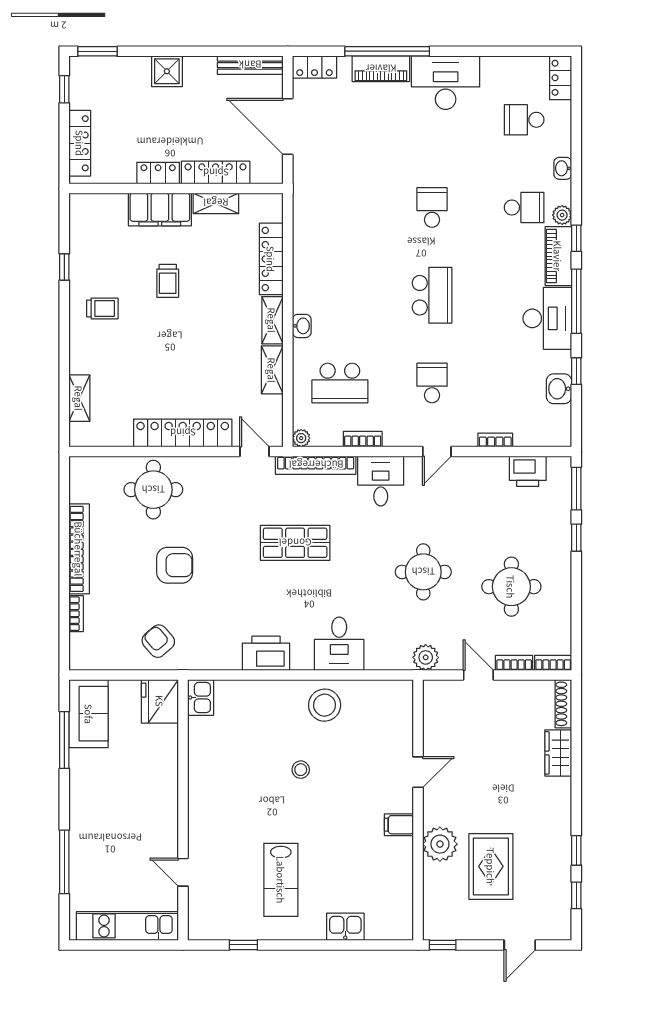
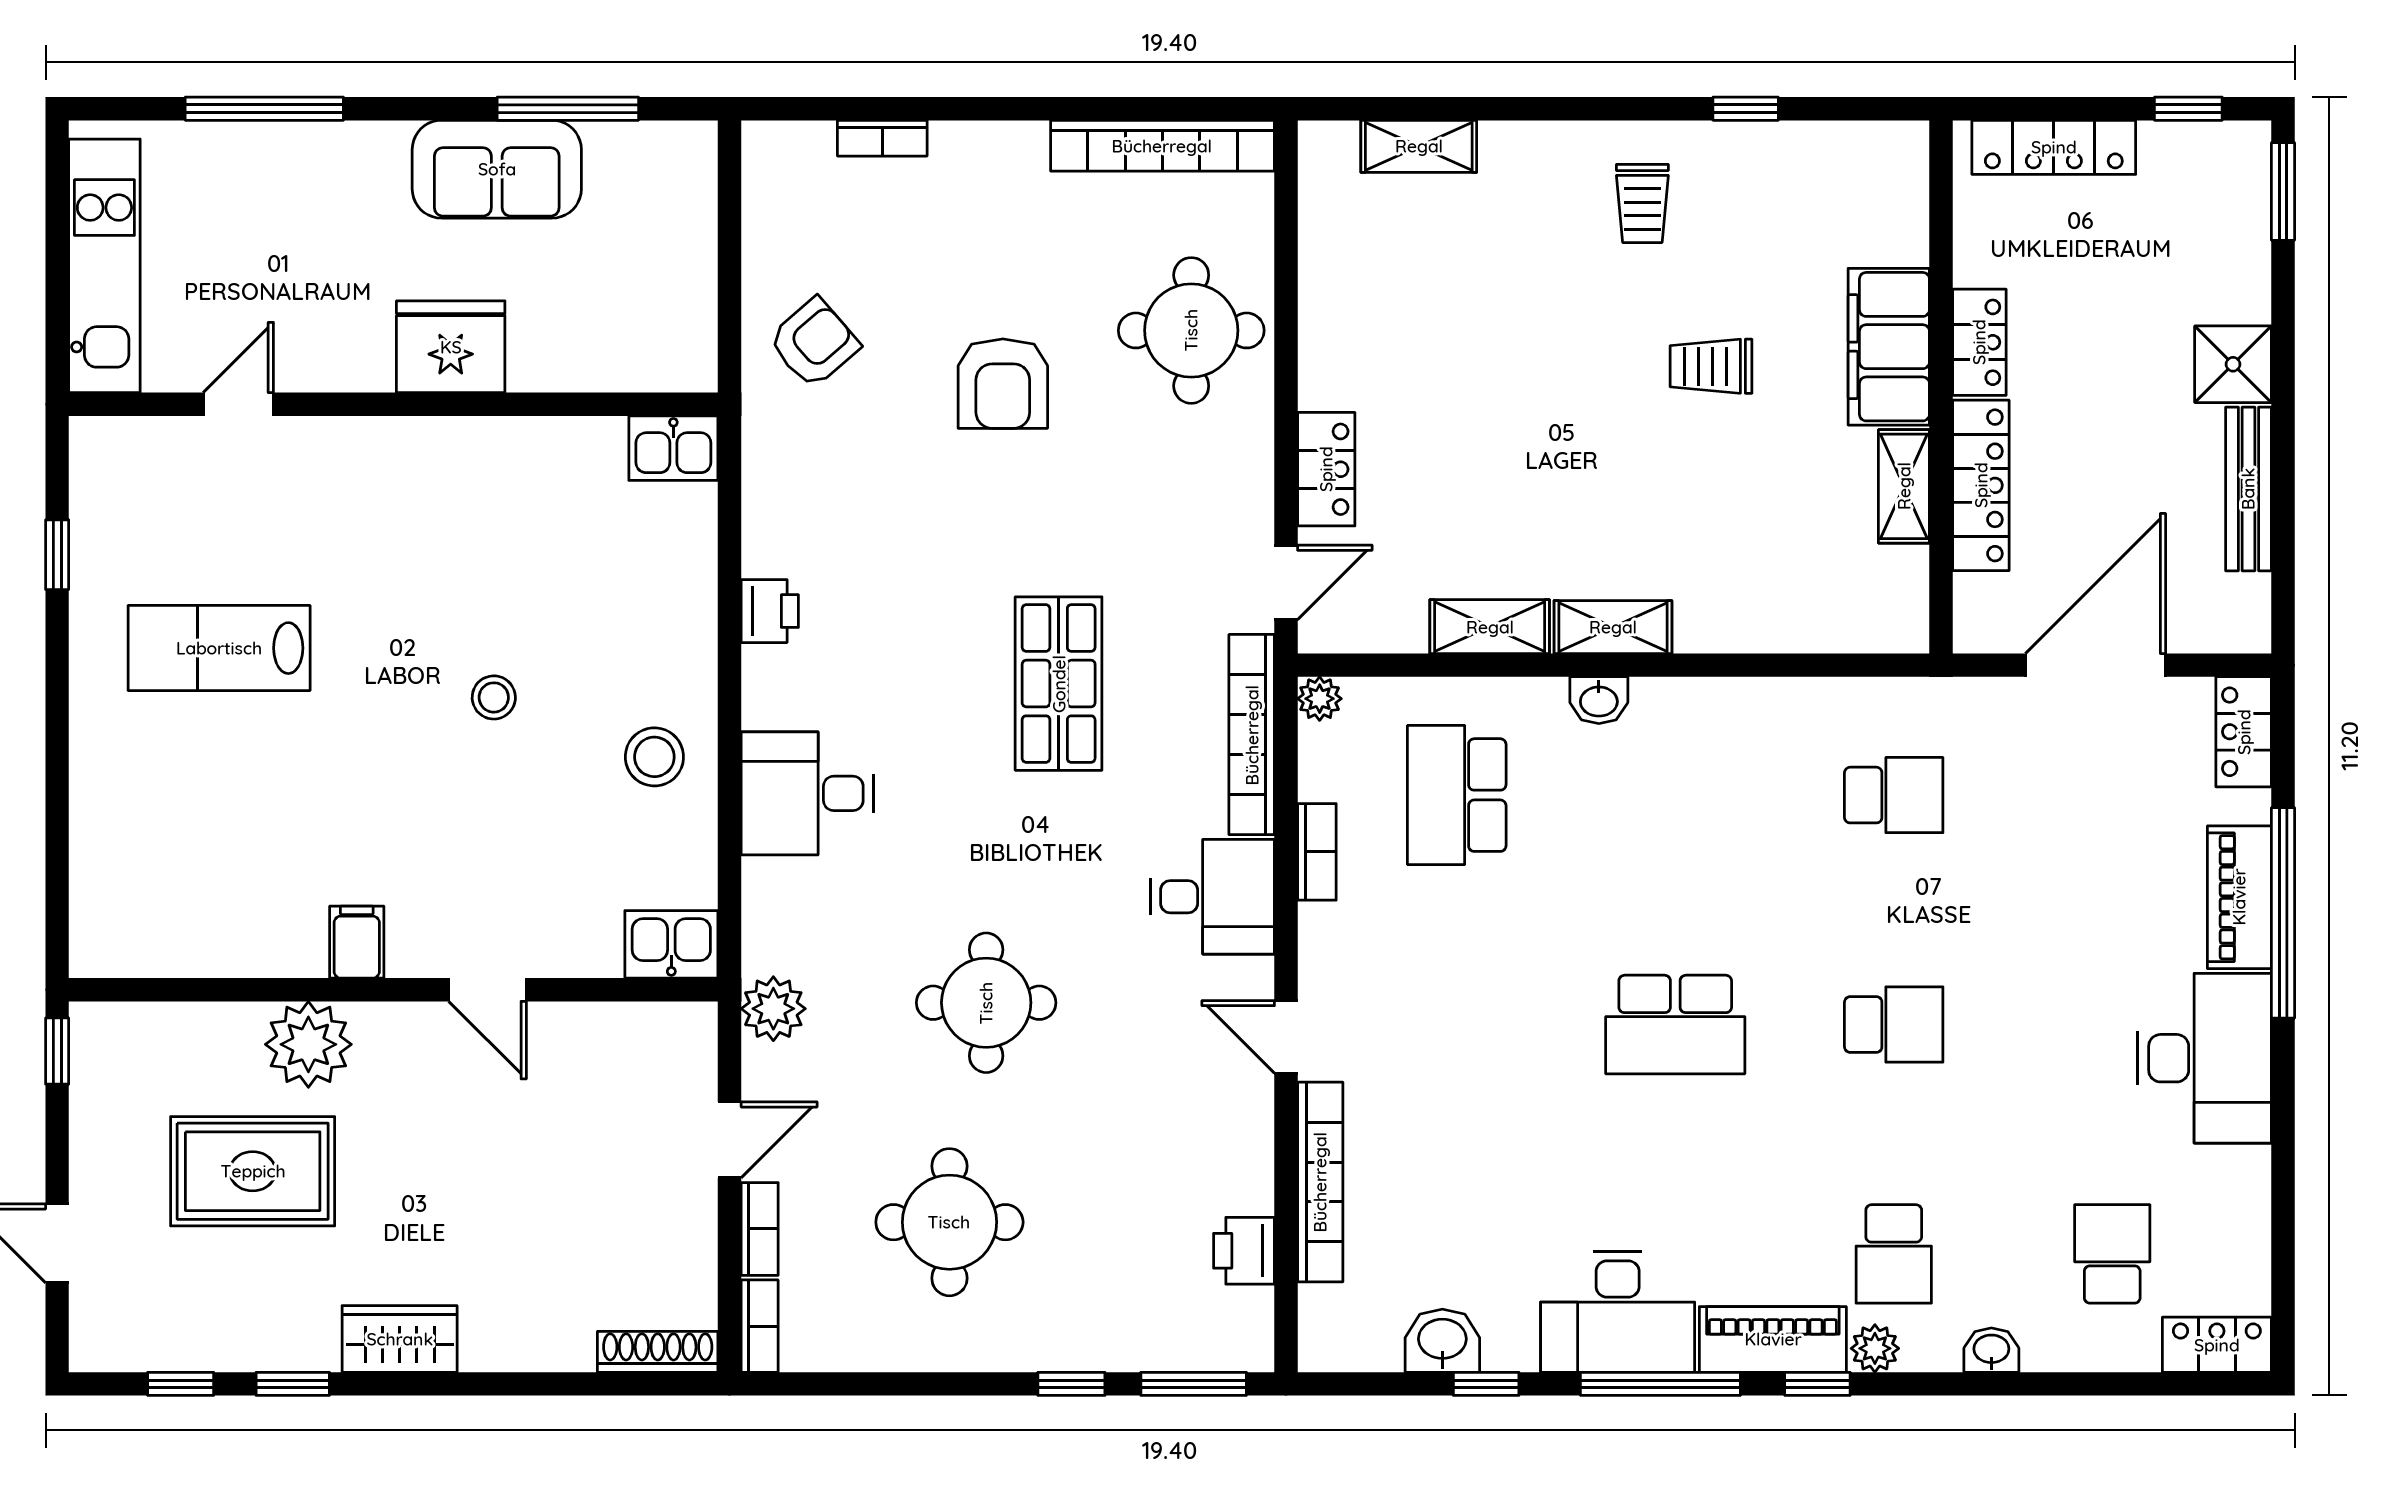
bench: (250, 65) -> (2248, 489), moved
locker: (271, 259) -> (1766, 624), removed
school desk: (432, 383) -> (1894, 795), moved
locker: (183, 433) -> (1326, 469), width x0.46, depth x0.83
bookcase: (495, 440) -> (1320, 1182), width x2.31, depth x1.31
printer: (528, 471) -> (1244, 1251), width x0.73, depth x0.81
bookcase: (79, 549) -> (1162, 146), moved
printer: (266, 653) -> (770, 611), width x0.53, depth x0.68
fridge: (160, 701) -> (451, 347), moved
stool: (325, 705) -> (654, 757), width x0.73, depth x0.73
sofa: (89, 714) -> (497, 169), moved
wardrobe: (558, 753) -> (400, 1339), moved
kitchen sink: (345, 927) -> (671, 944), moved, turned -90

